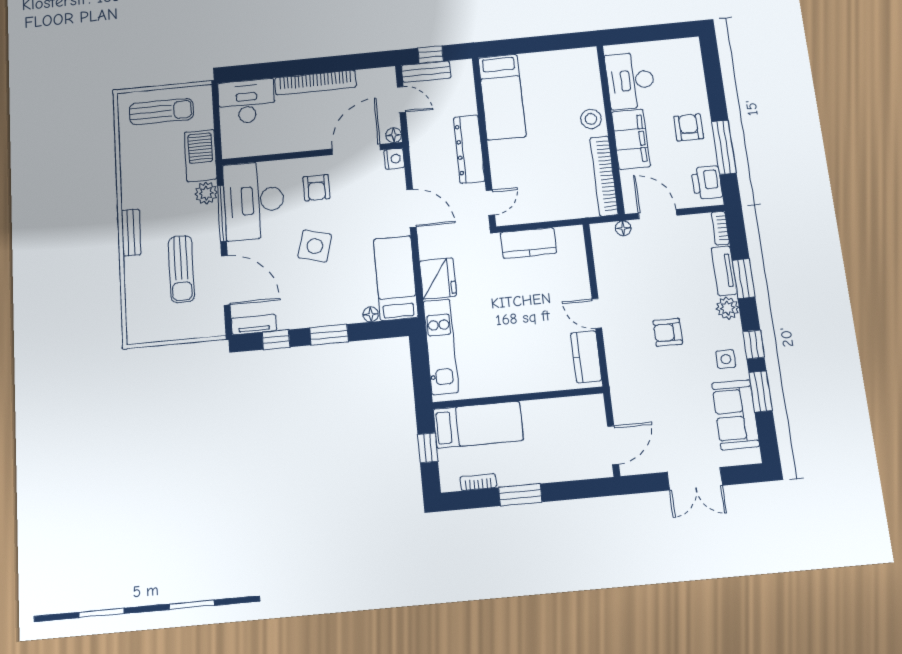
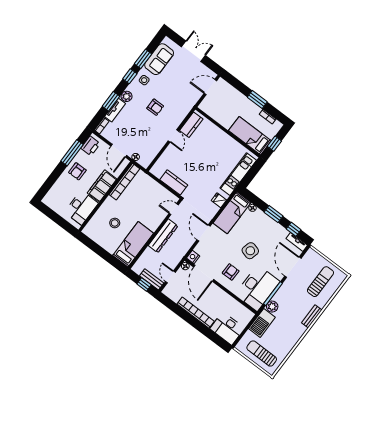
stool: (591, 119) -> (115, 223), moved
door: (356, 149) -> (204, 273), hinge flipped
sun lounger: (181, 269) -> (320, 282), moved
fridge: (438, 278) -> (219, 200), width x0.53, depth x0.75

